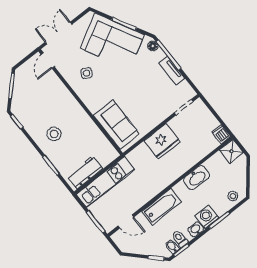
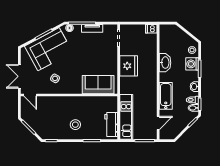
shower: (231, 151) -> (166, 31), removed
washing machine: (207, 217) -> (192, 64), moved

